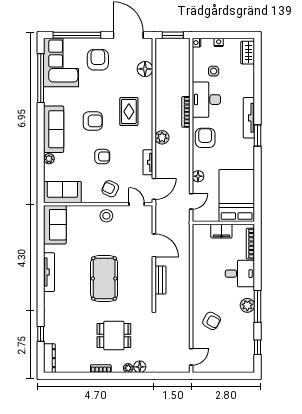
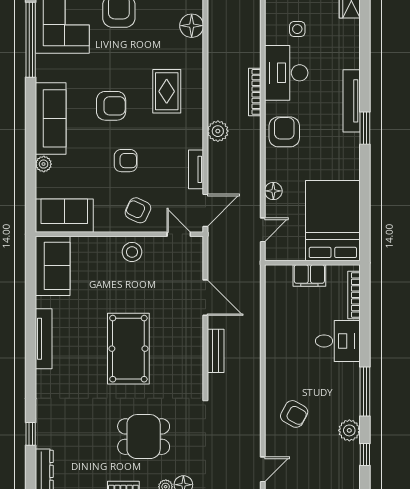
plant: (247, 305) -> (349, 430), moved

